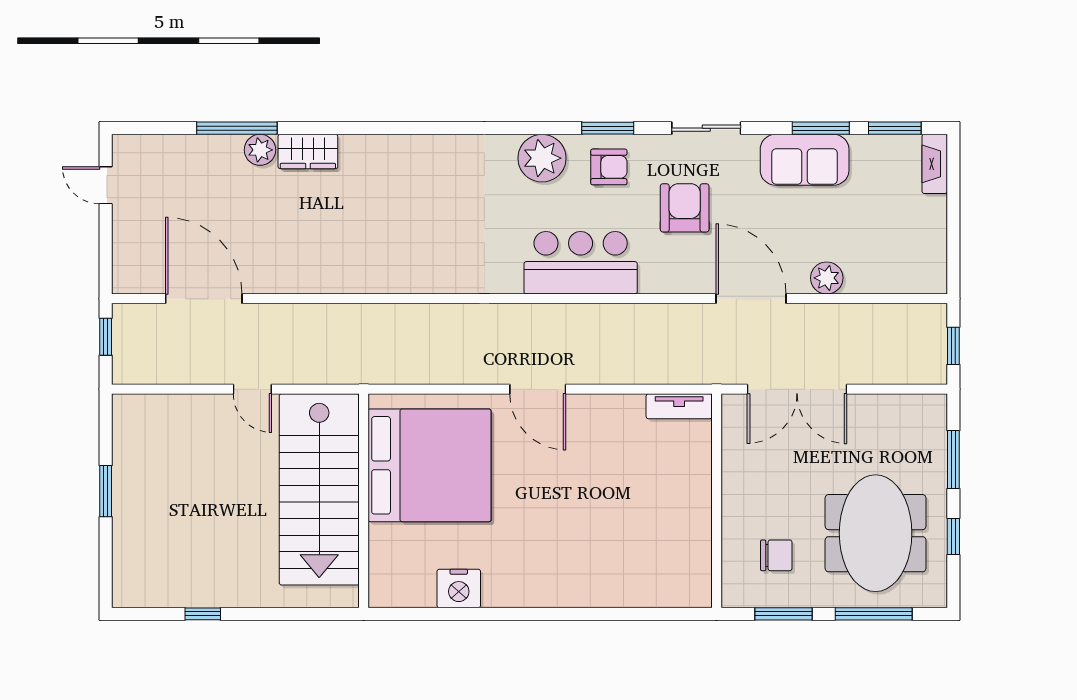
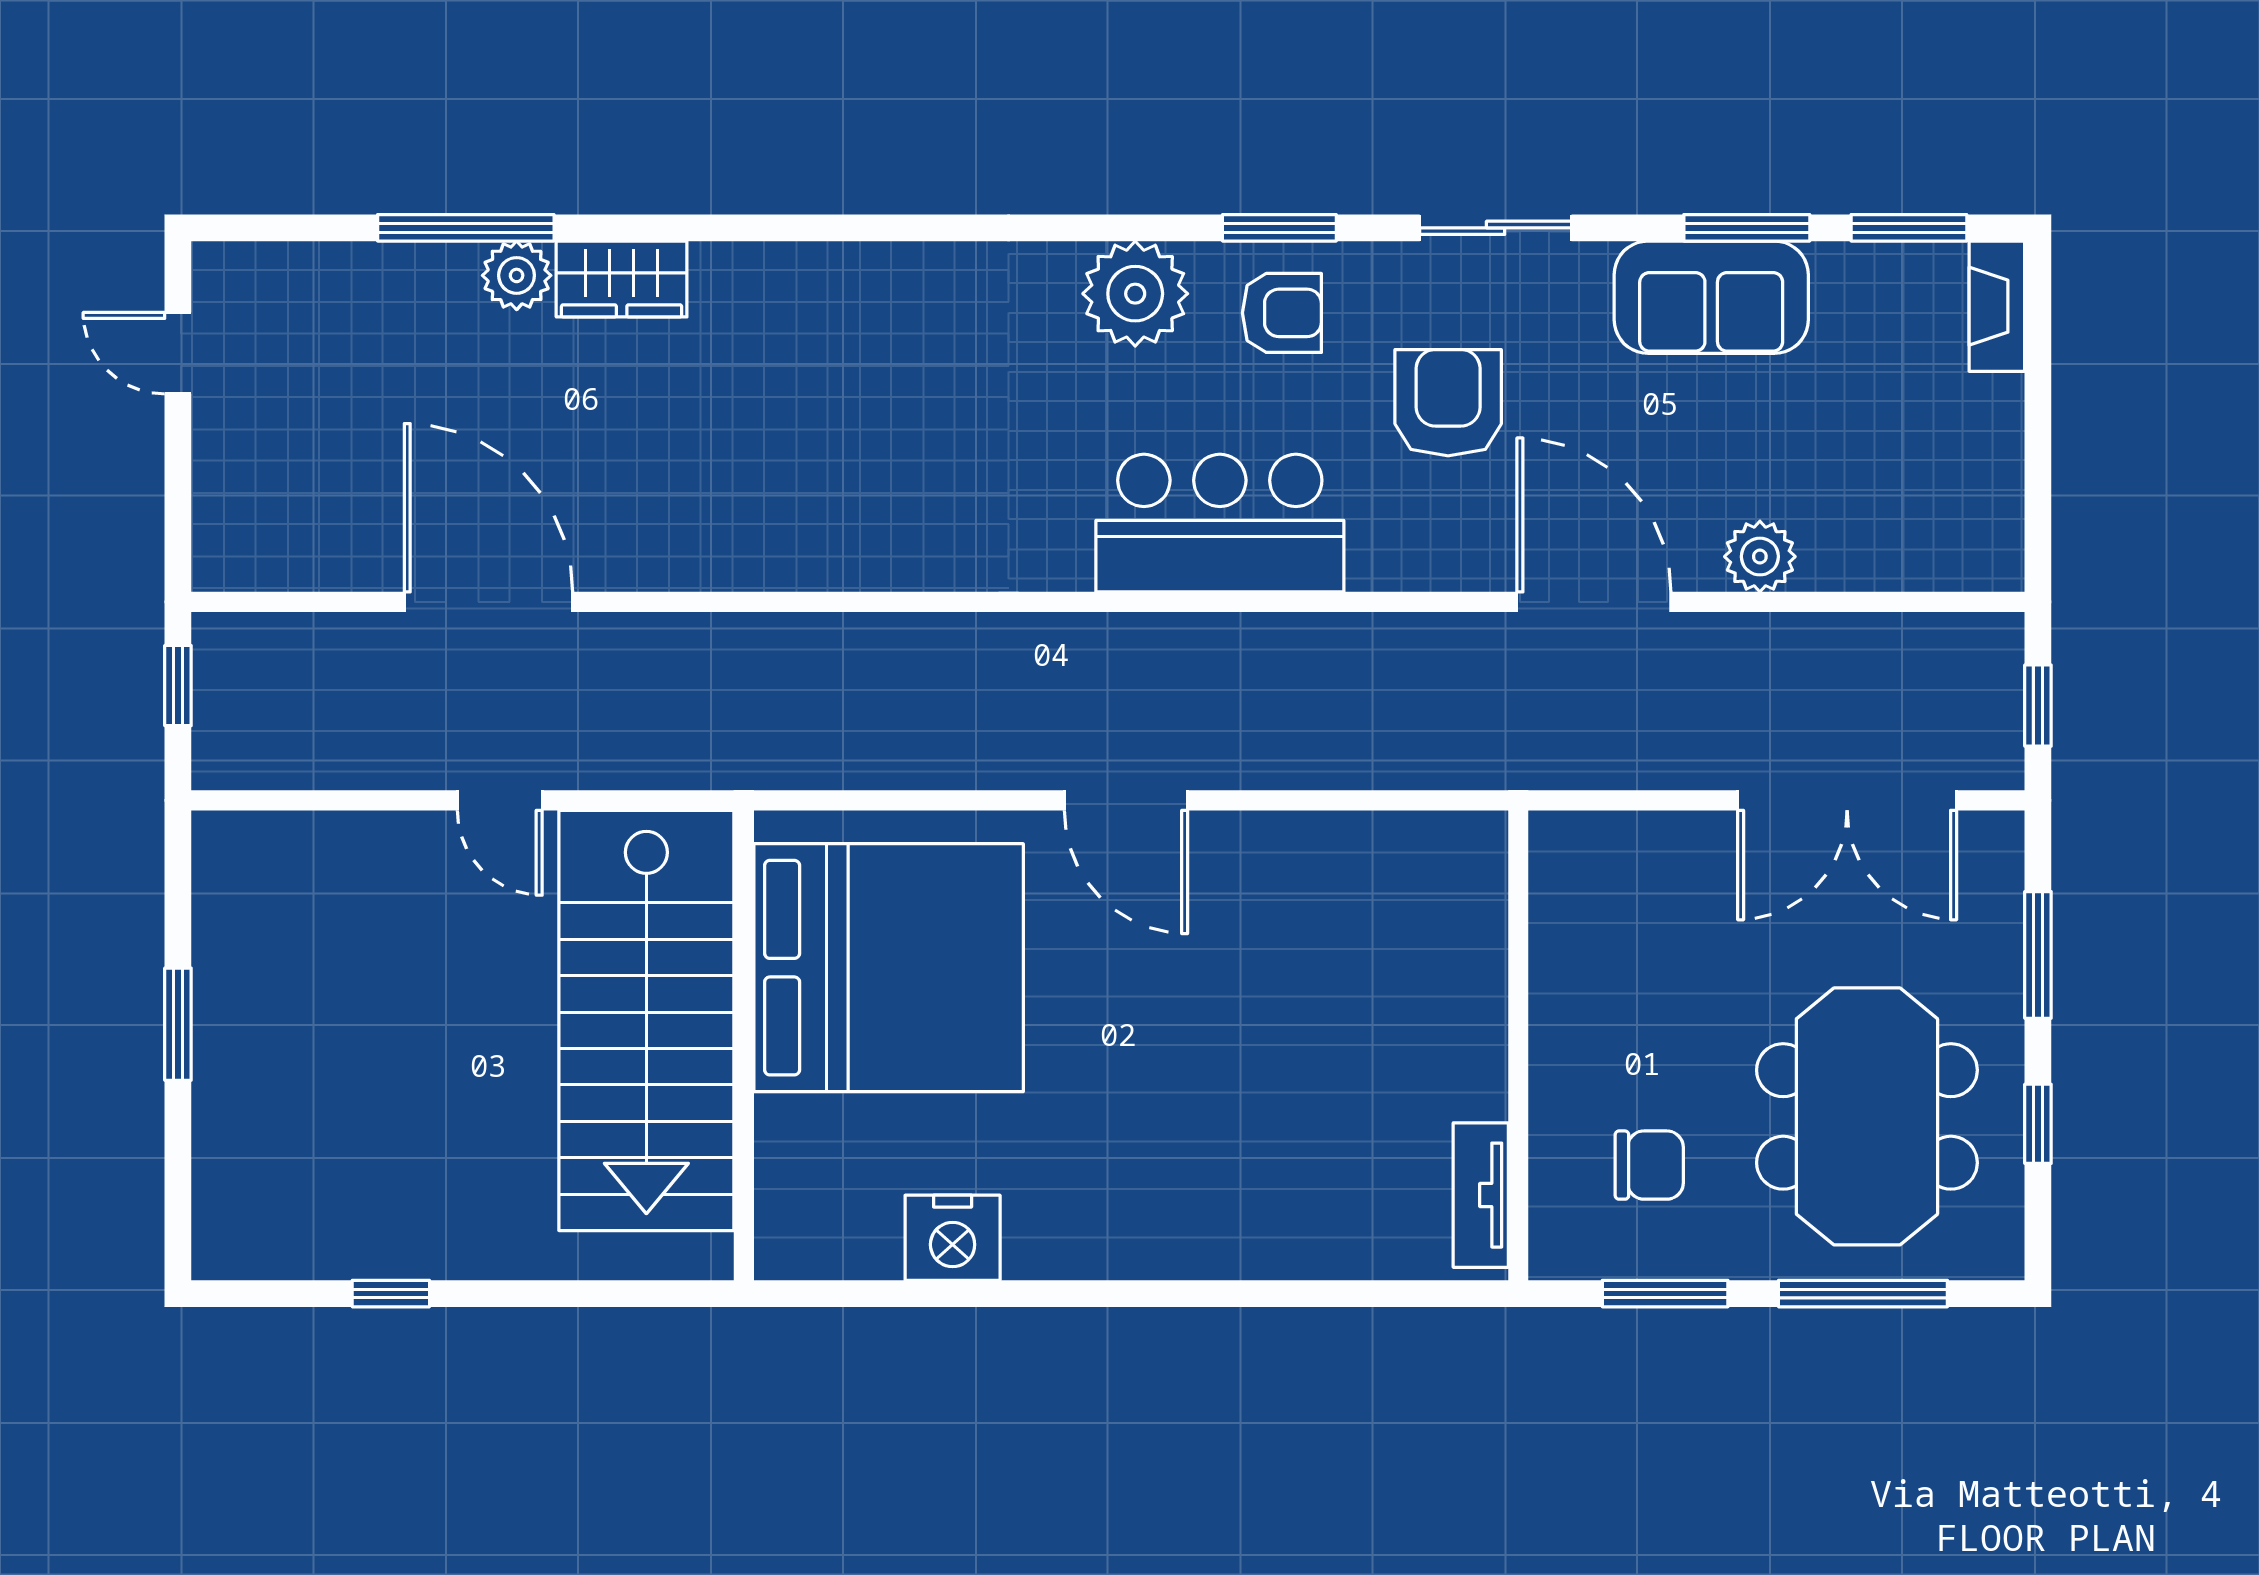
door: (204, 299) -> (488, 602), moved
double door: (797, 389) -> (1847, 800), moved
tv unit: (679, 406) -> (1481, 1195), moved, turned 90

